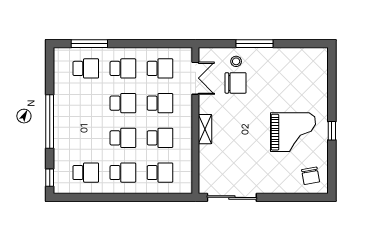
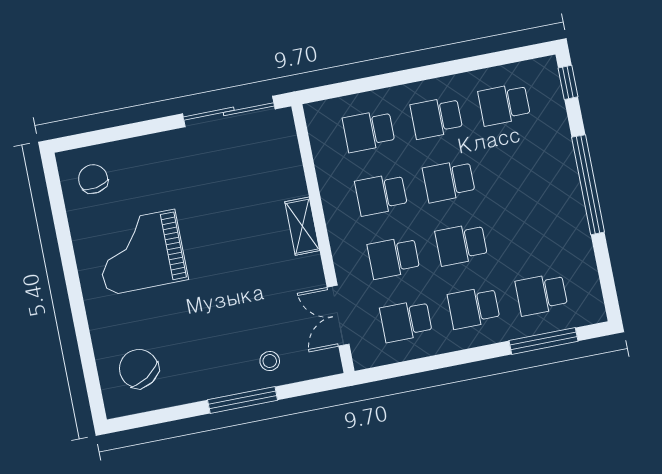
chair: (236, 83) -> (139, 369), moved, turned 57
window: (332, 131) -> (70, 269), removed

